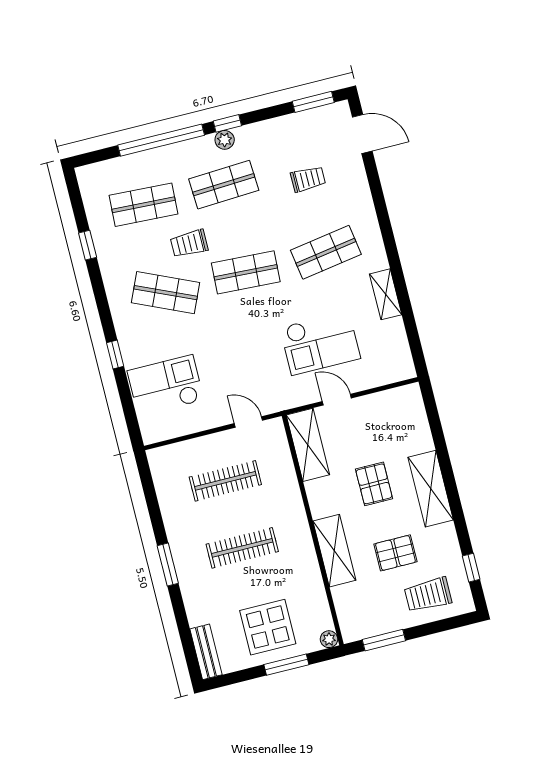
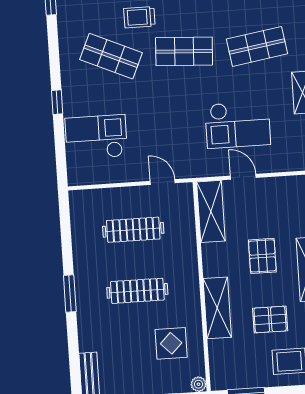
display table: (268, 627) -> (171, 343), moved, width x0.73, depth x0.73

